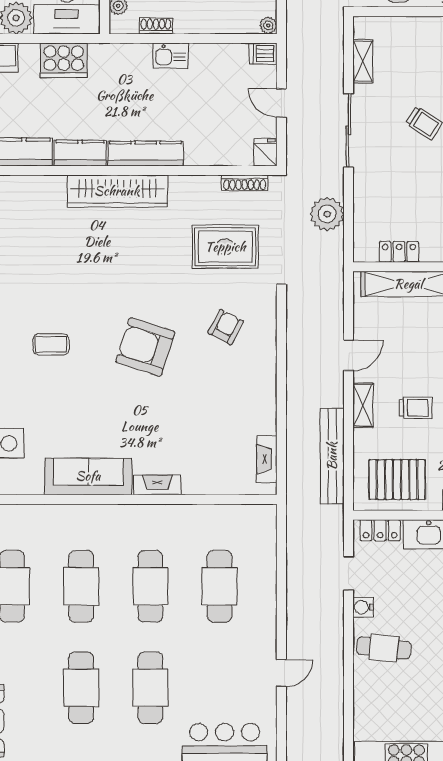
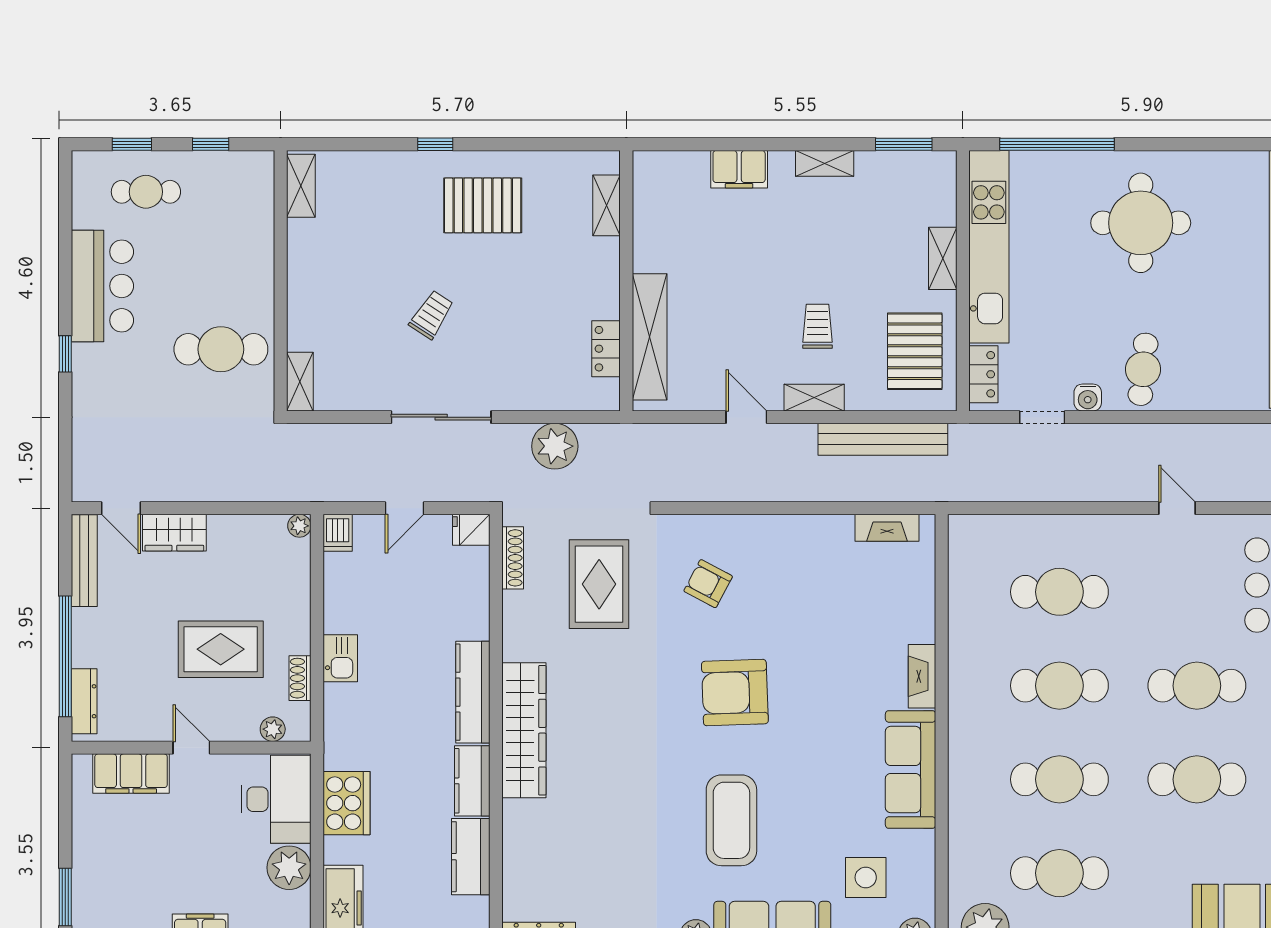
shelving: (363, 61) -> (300, 382), moved, turned 90
coffee table: (51, 344) -> (731, 820), width x1.86, depth x1.72
armchair: (145, 347) -> (735, 693), turned 70

